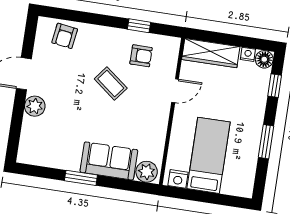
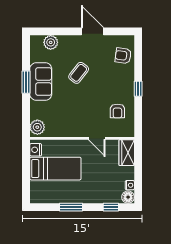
window: (139, 26) -> (138, 89), moved
wardrobe: (211, 53) -> (127, 153), width x0.67
coffee table: (111, 84) -> (79, 73), moved
plant: (35, 106) -> (51, 42), moved
sofa: (109, 161) -> (41, 81), moved

